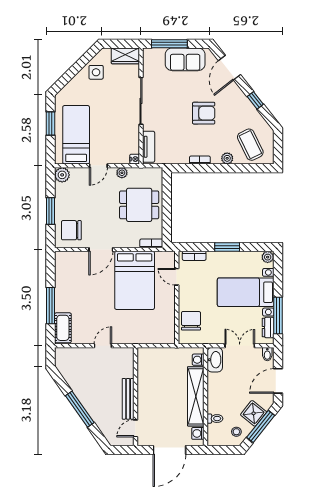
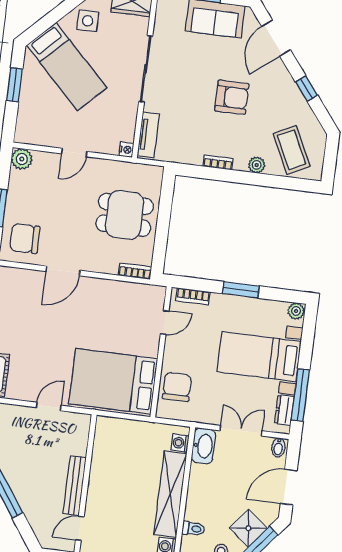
bed: (76, 135) -> (67, 66), moved, turned 135
plant: (122, 173) -> (106, 167), removed
door: (177, 277) -> (165, 323), swing flipped
bed: (135, 280) -> (113, 381), moved, turned 90

